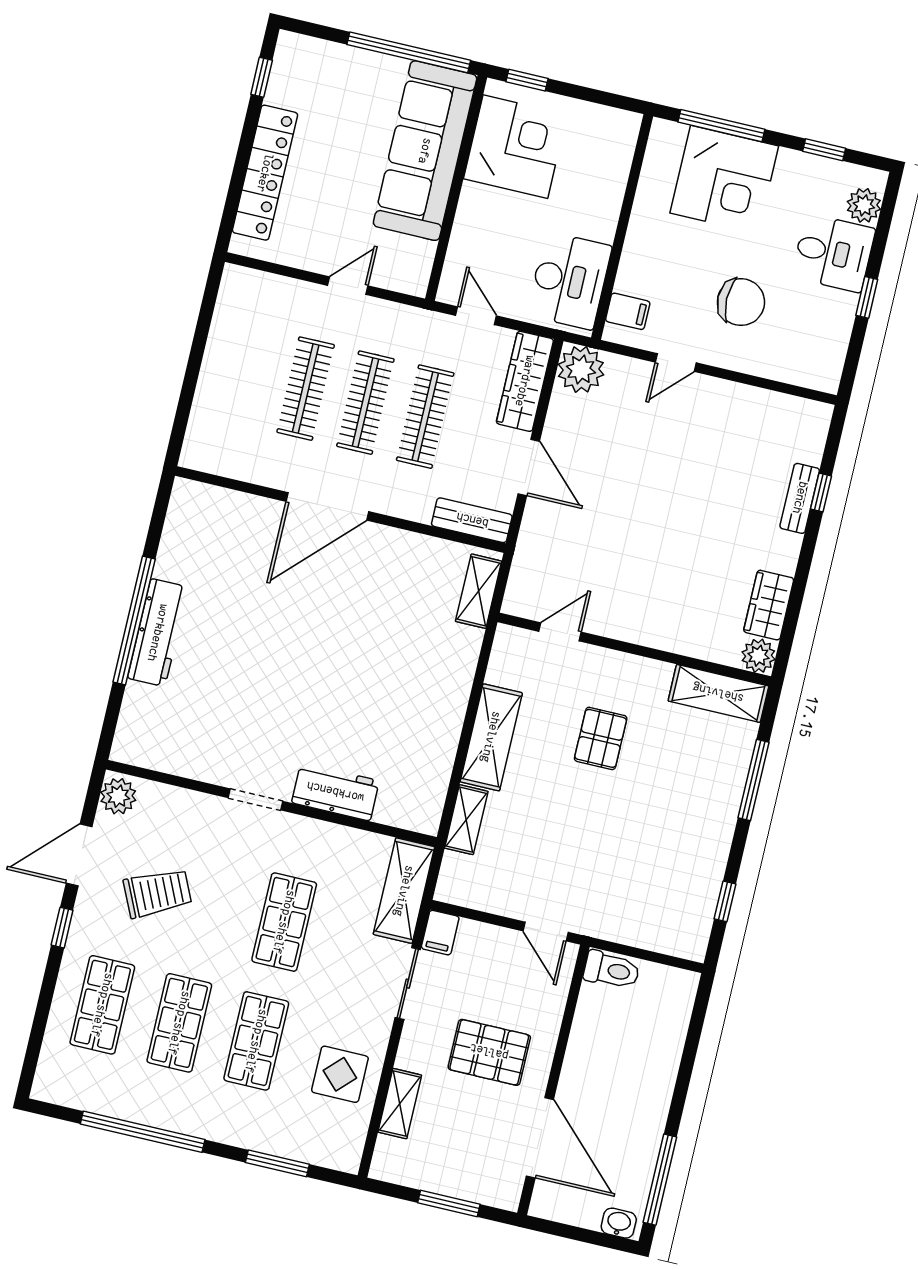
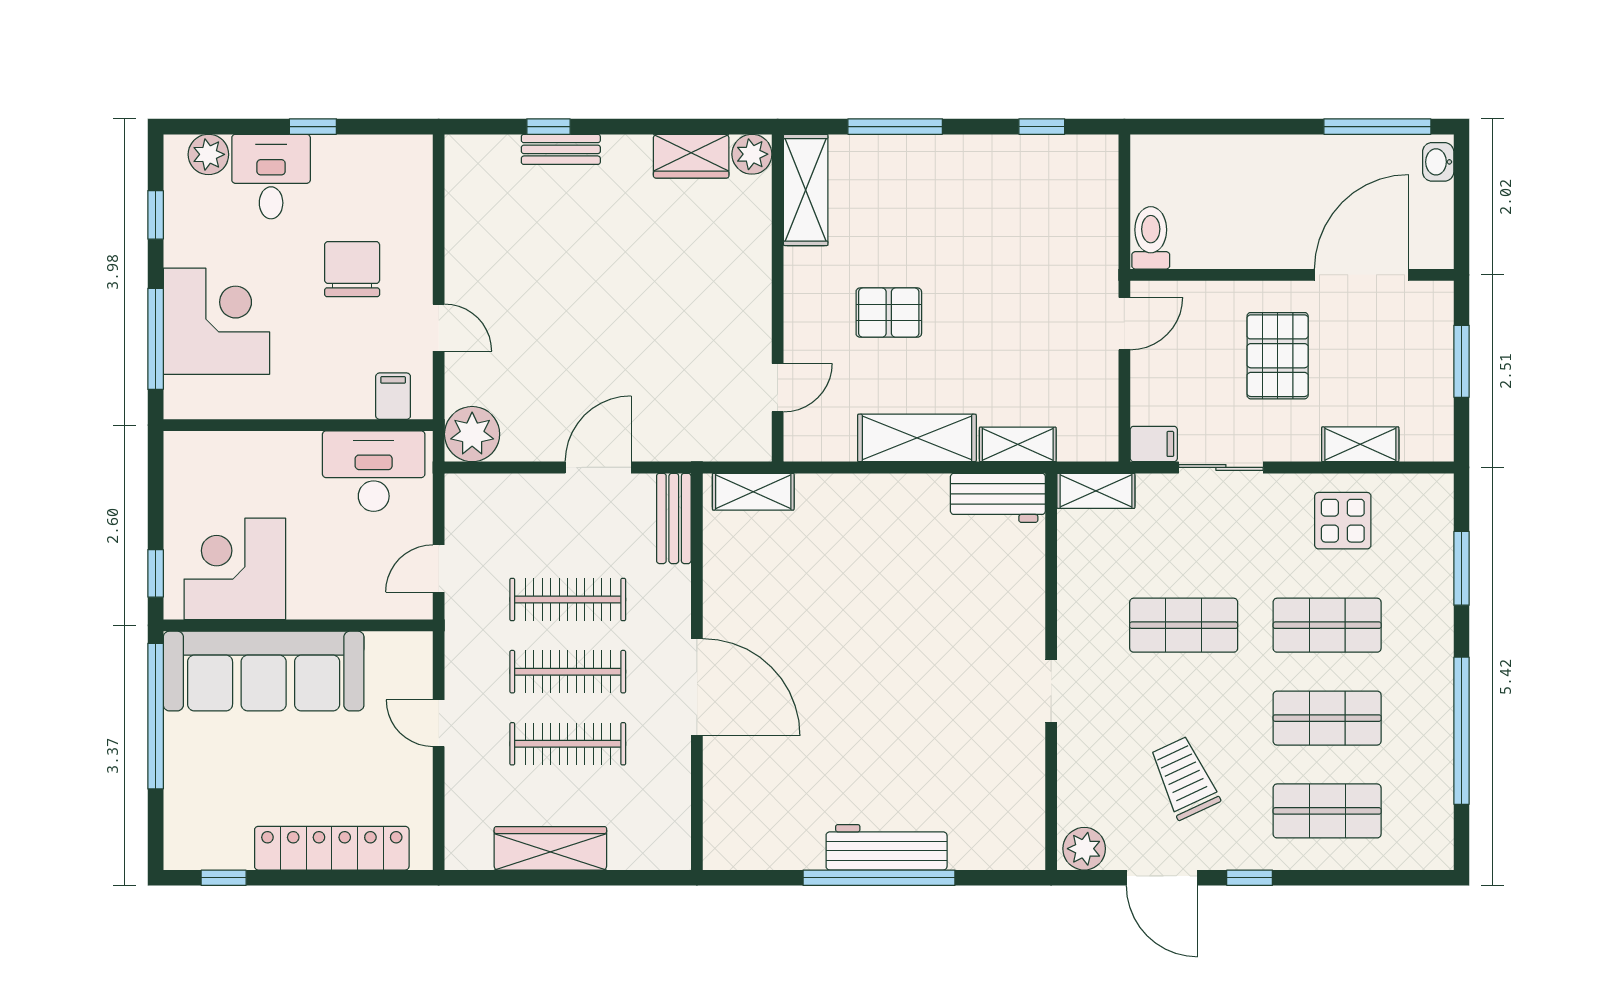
wardrobe: (525, 381) -> (550, 848), moved, turned 180
door: (560, 632) -> (778, 388), swing flipped
workbench: (335, 792) -> (998, 498), moved, turned -90
shelving: (404, 891) -> (1096, 491), width x0.67, depth x0.75

